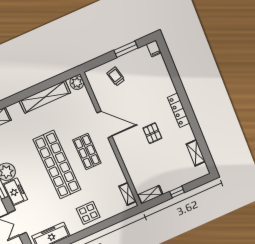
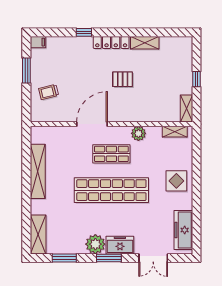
plant: (77, 83) -> (138, 133), moved
window: (178, 84) -> (84, 32), added
shelving: (196, 153) -> (145, 43), moved

